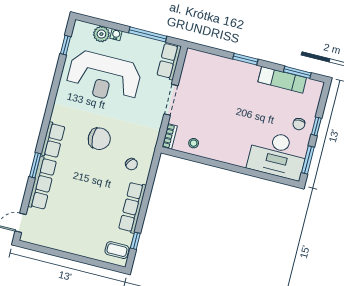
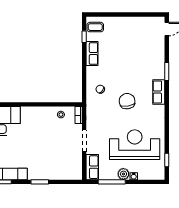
plant: (101, 34) -> (123, 174), moved
chair: (99, 139) -> (127, 101), turned 83
row of seats: (42, 183) -> (159, 60), removed
row of seats: (132, 207) -> (92, 54), width x0.68

